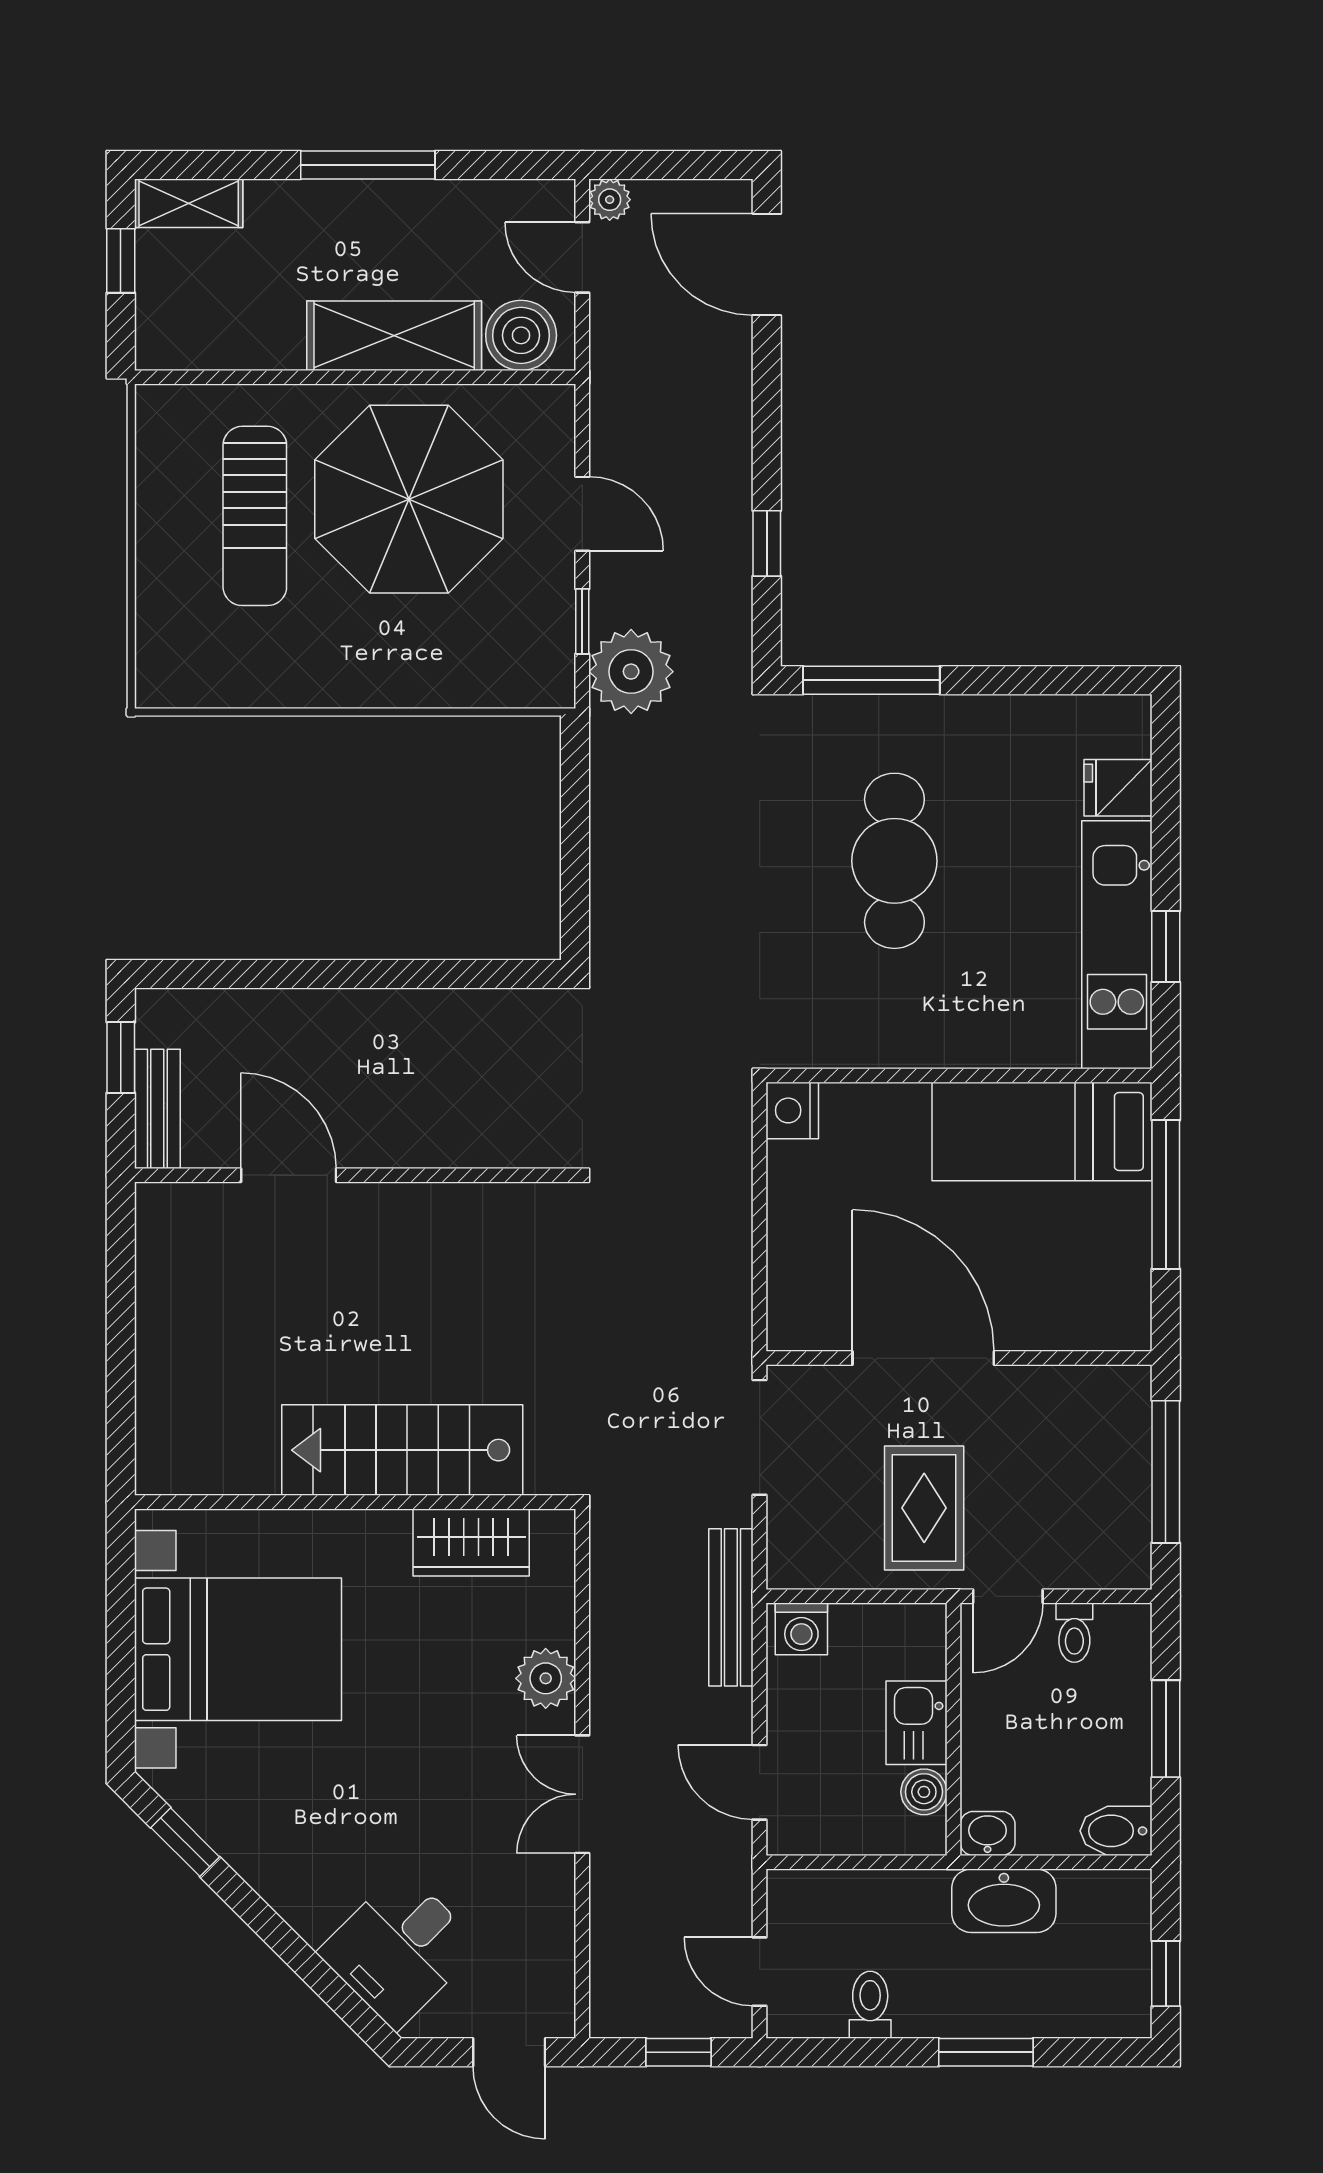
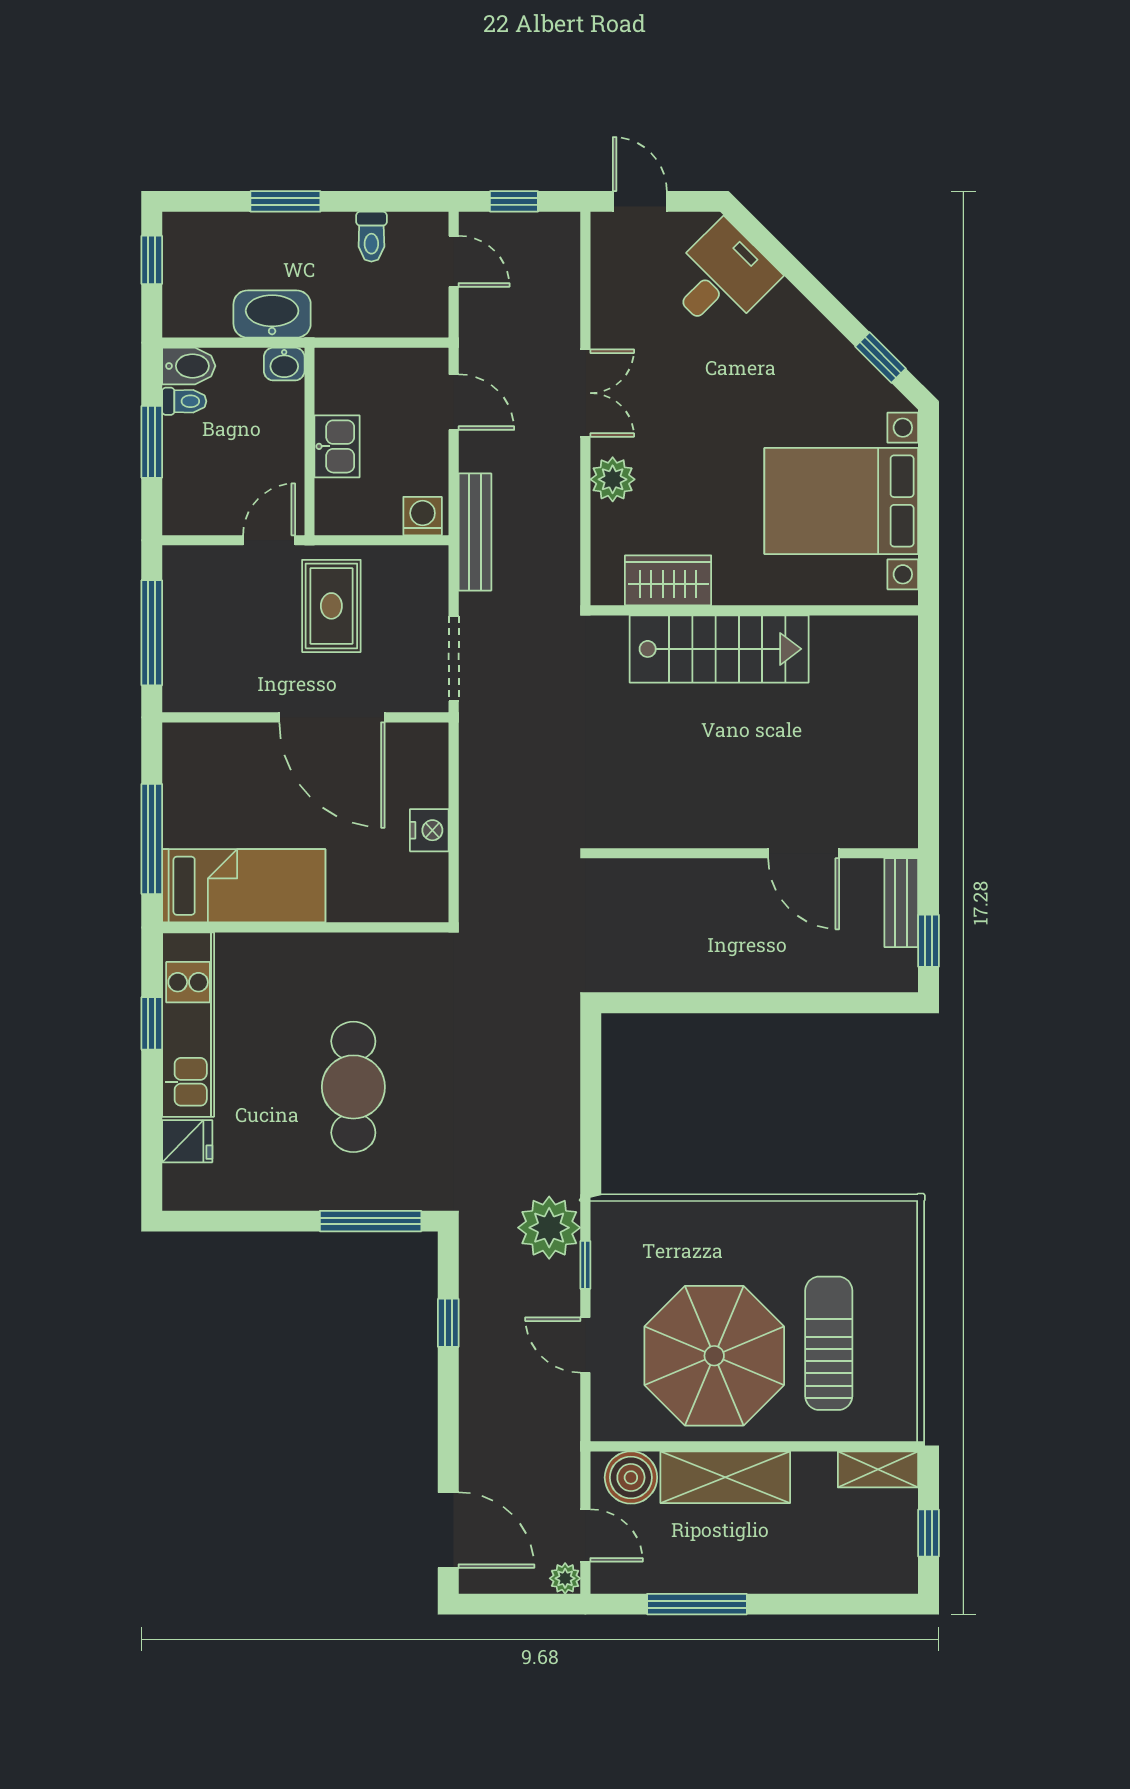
window: (368, 165) -> (697, 1604), moved
shelving: (189, 203) -> (878, 1469), moved
nightstand: (792, 1110) -> (429, 830), moved
toilet: (1074, 1633) -> (184, 401), moved, turned 90
boiler: (924, 1792) -> (331, 395), removed

